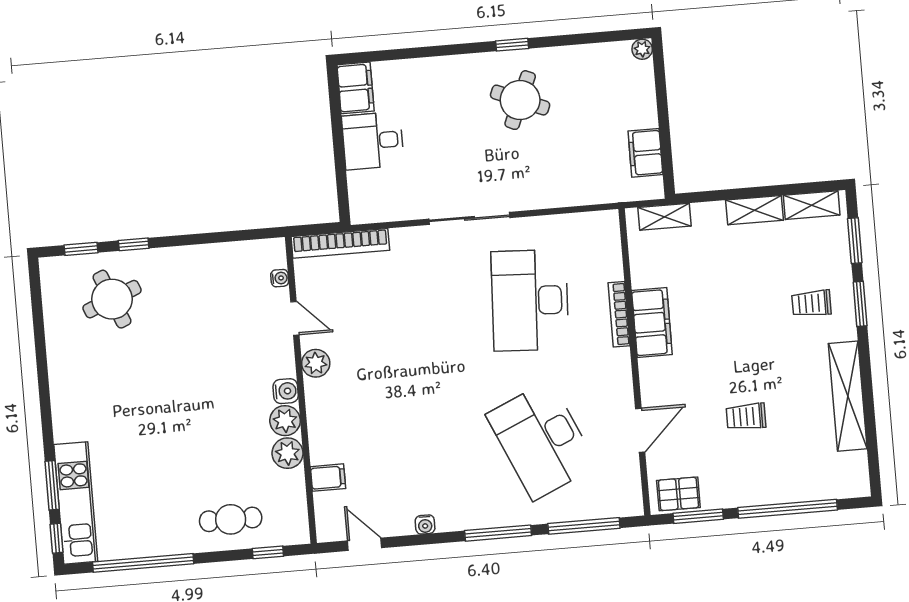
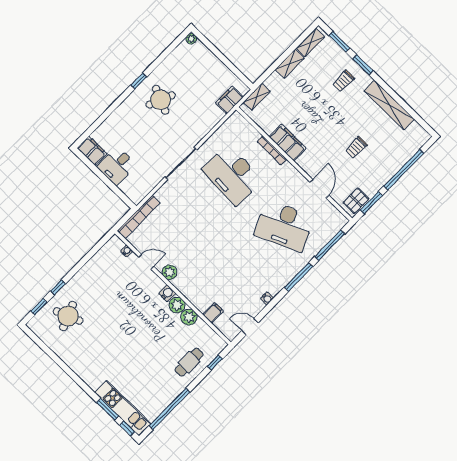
filing cabinet: (645, 153) -> (229, 100), moved, turned 90

